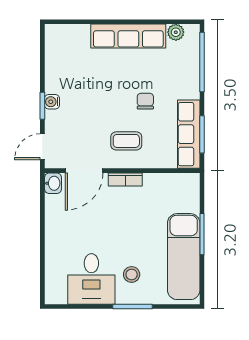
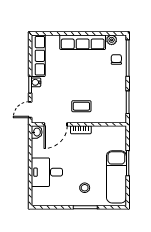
chair: (145, 101) -> (116, 59), moved
row of seats: (189, 134) -> (38, 56), moved, turned 180
desk: (91, 279) -> (47, 172), moved, turned 90

